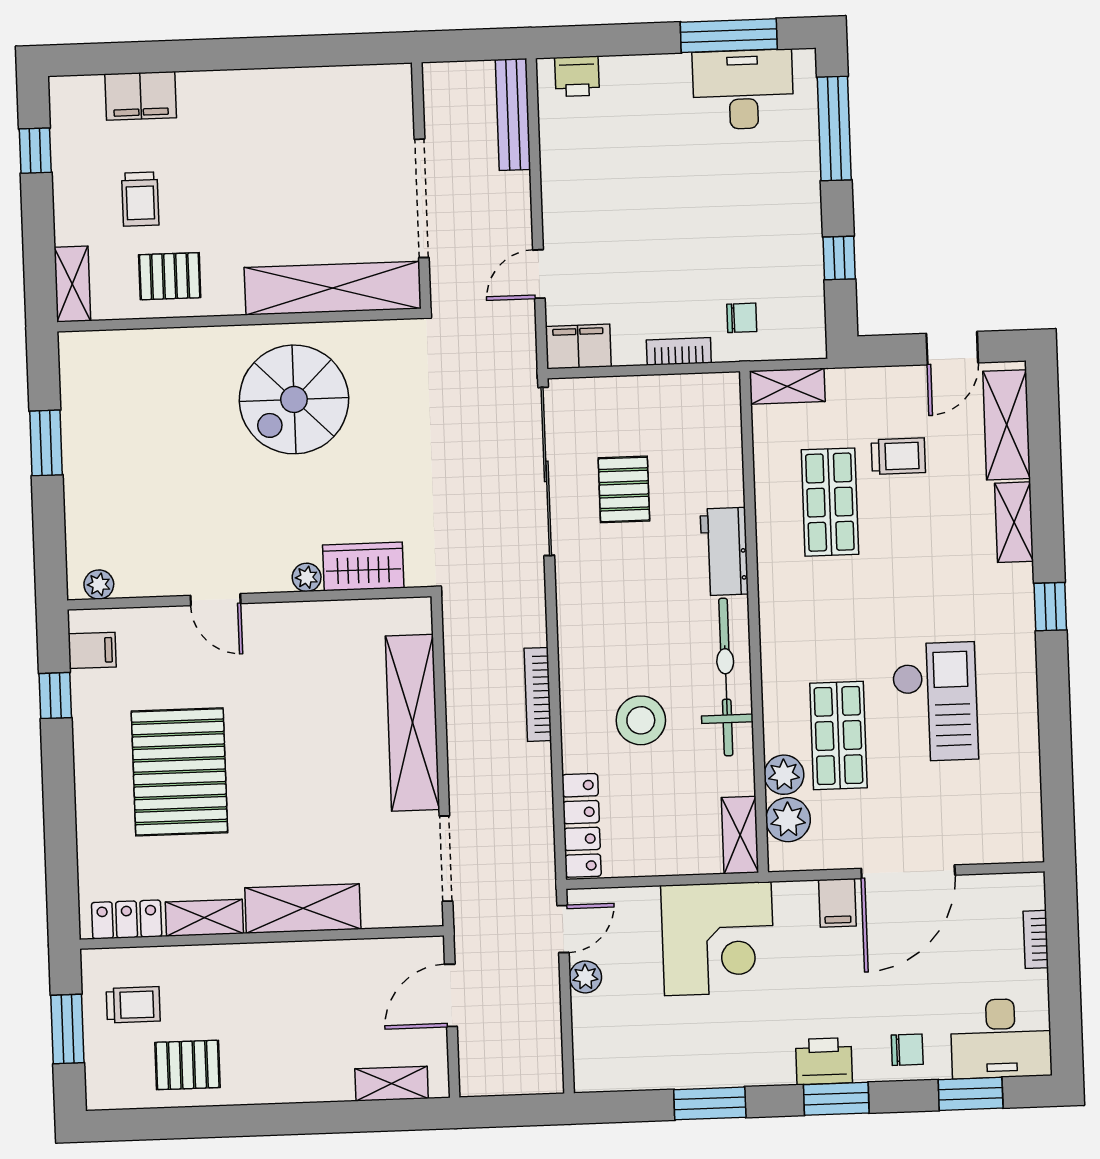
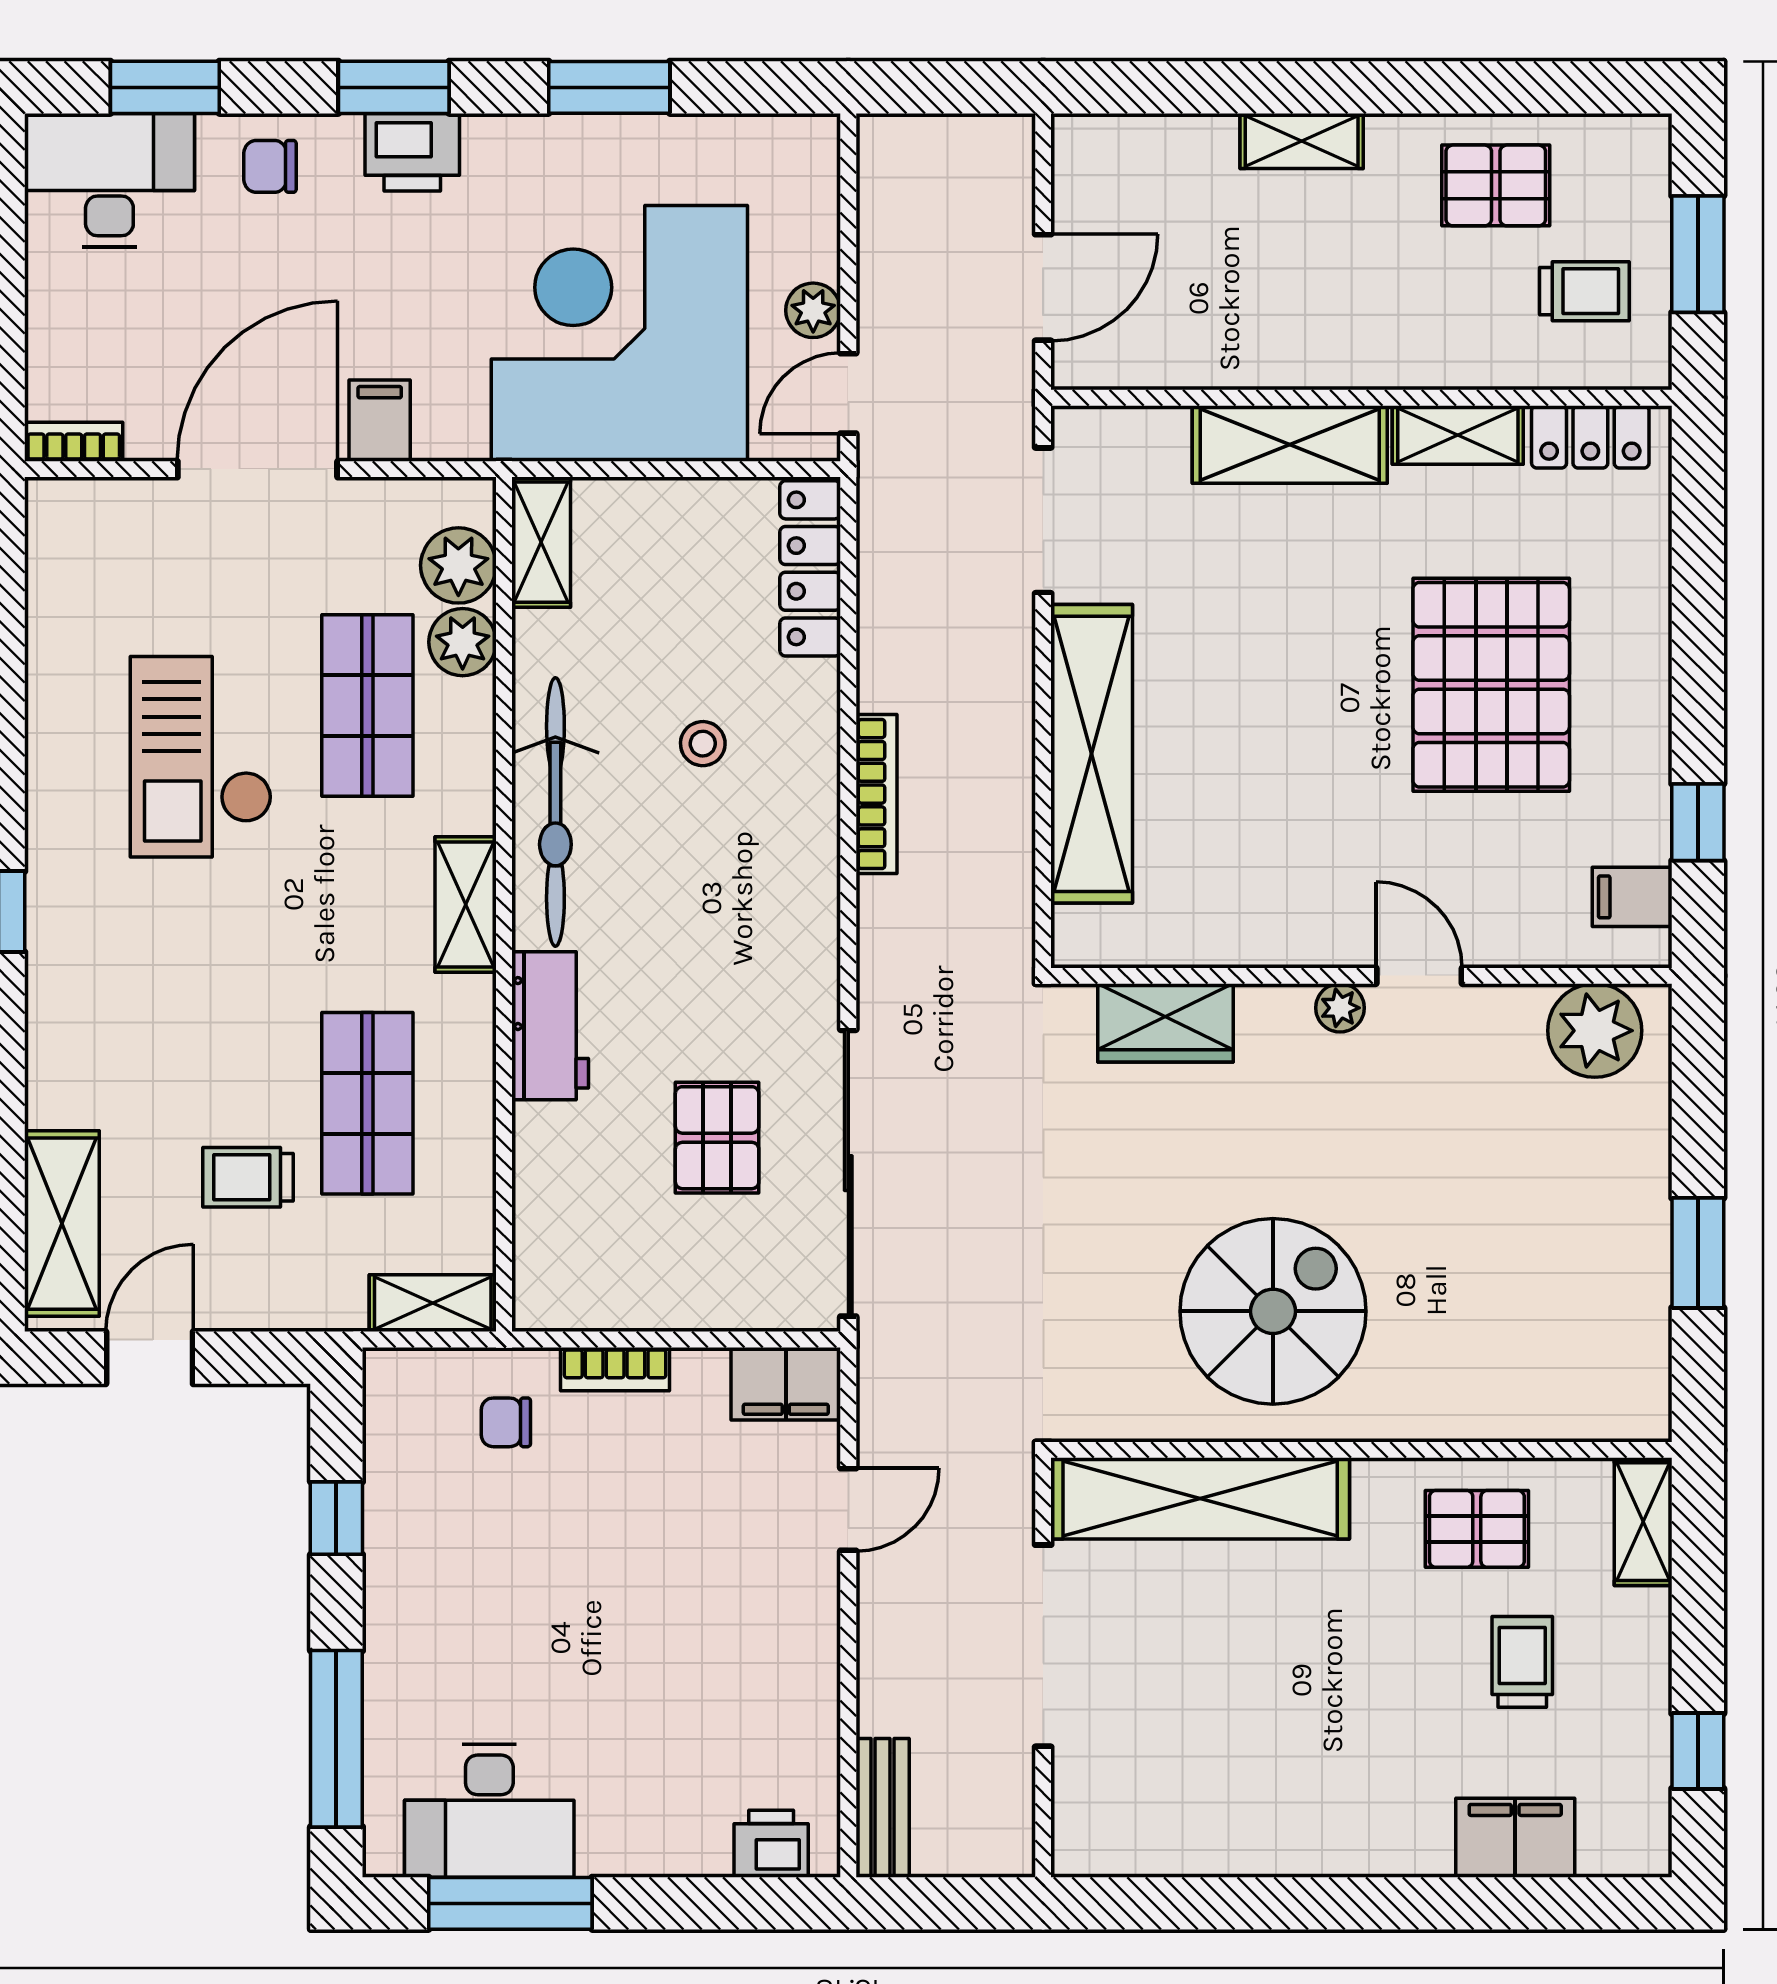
bench: (513, 115) -> (883, 1808), width x0.73
shelving: (1014, 522) -> (466, 905), moved
plant: (307, 577) -> (1340, 1008), moved
plant: (99, 585) -> (1595, 1031), width x1.88, depth x1.88
stool: (641, 720) -> (703, 744), width x0.53, depth x0.53
corner desk: (718, 939) -> (619, 333), width x1.36, depth x1.36
bookcase: (1036, 939) -> (74, 442), moved, turned -90
trolley: (133, 1005) -> (1584, 291), turned 180
shelving: (392, 1084) -> (1302, 141), moved

